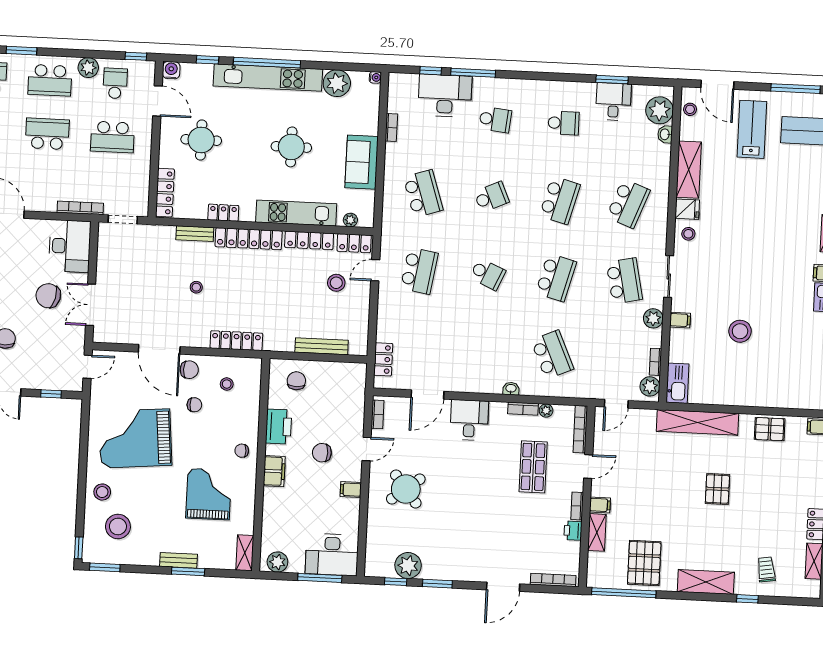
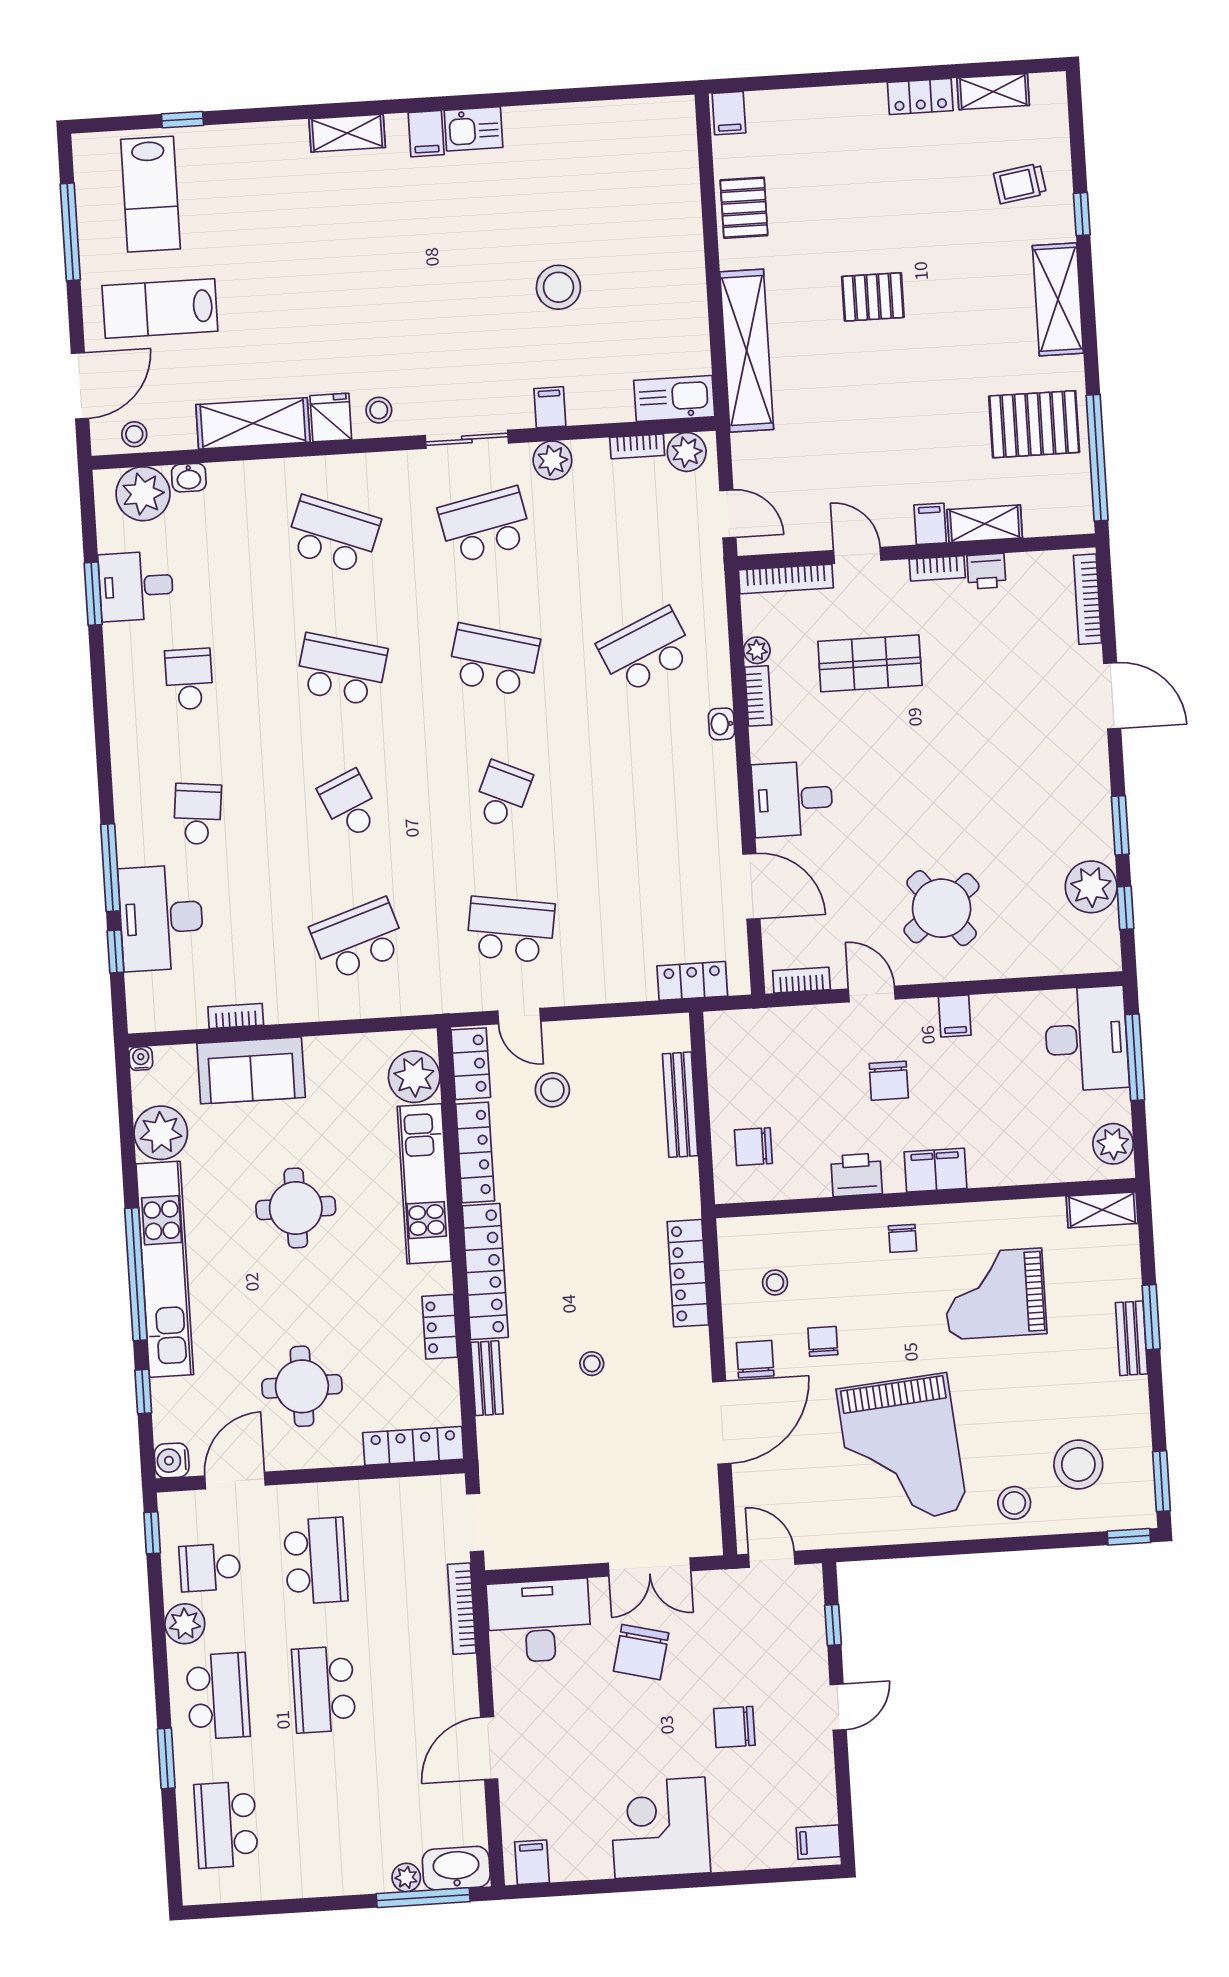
sofa: (362, 162) -> (251, 1070), moved
plant: (350, 220) -> (414, 1077), width x1.87, depth x1.87
printer: (279, 427) -> (857, 1175), width x0.73, depth x0.84

